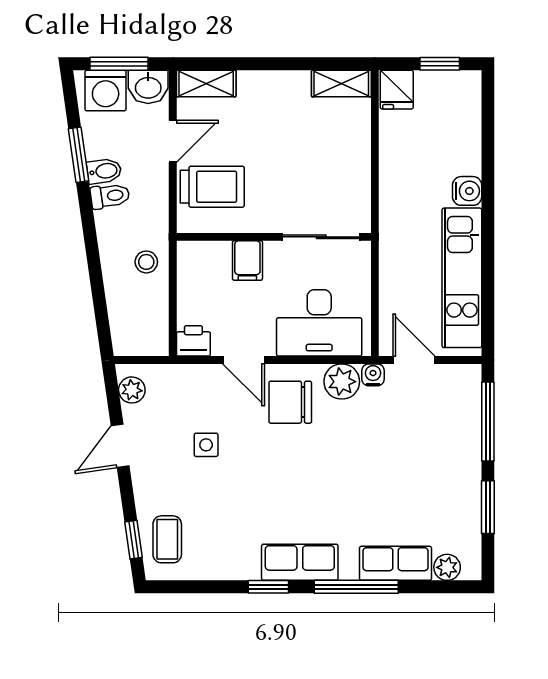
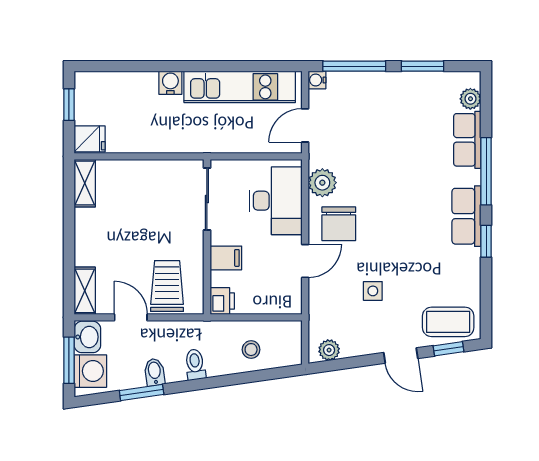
toilet: (110, 196) -> (195, 365), moved
stool: (146, 262) -> (251, 350), moved
printer: (193, 341) -> (222, 301), moved, turned 180
water cooler: (373, 375) -> (317, 80), moved
door: (120, 446) -> (401, 356), moved
coffee table: (167, 539) -> (448, 322), width x1.36, depth x1.30

